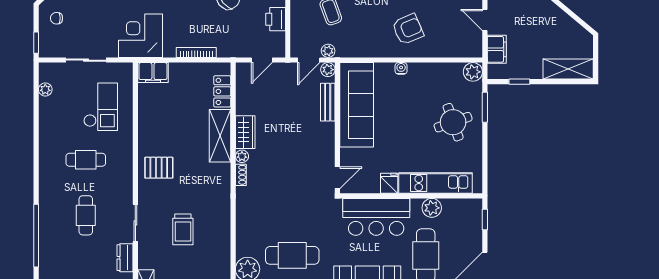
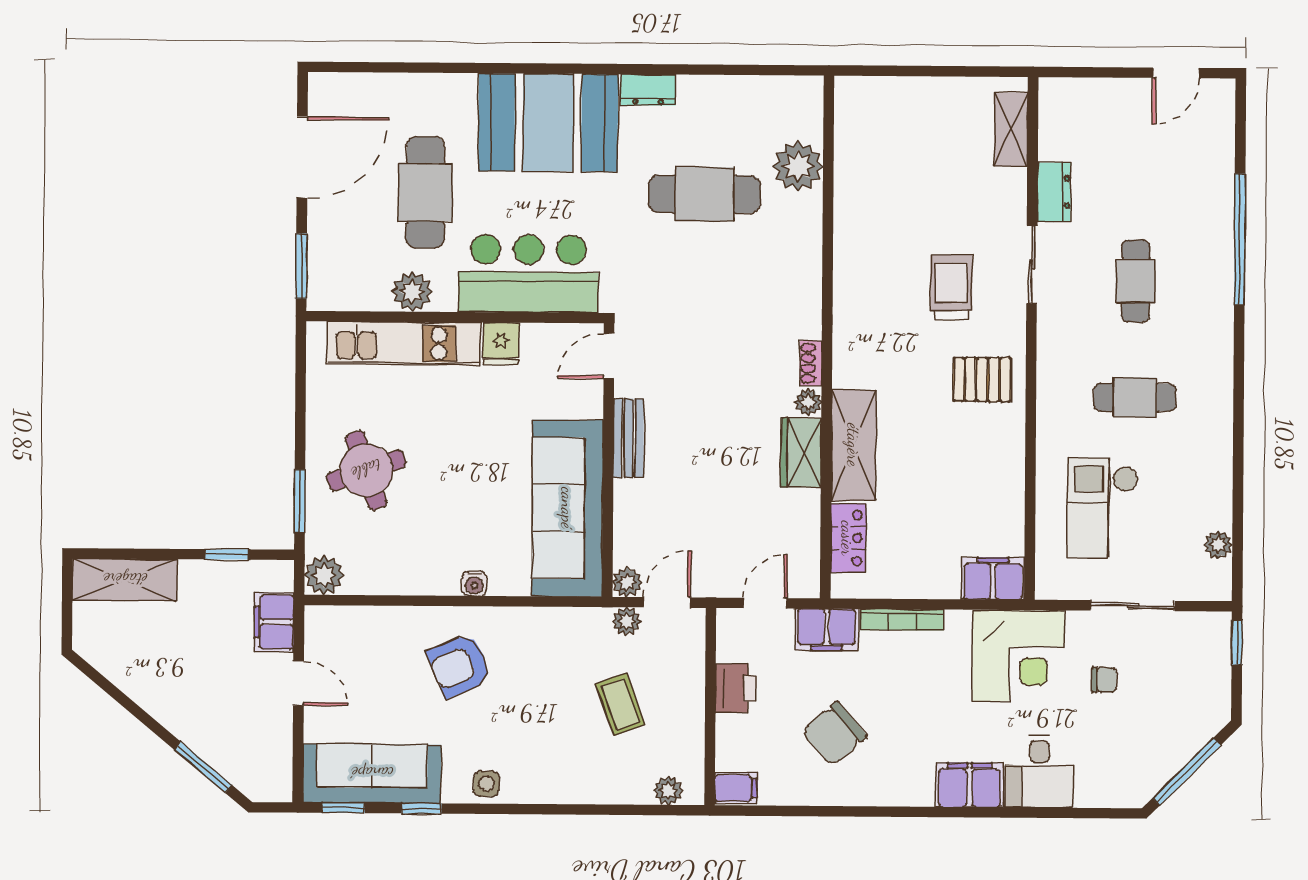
chair: (57, 18) -> (1104, 680), moved
filing cabinet: (232, 48) -> (827, 630), added
bench: (328, 102) -> (629, 438), moved
window: (485, 220) -> (301, 266), width x1.50
trolley: (183, 229) -> (951, 287), moved

